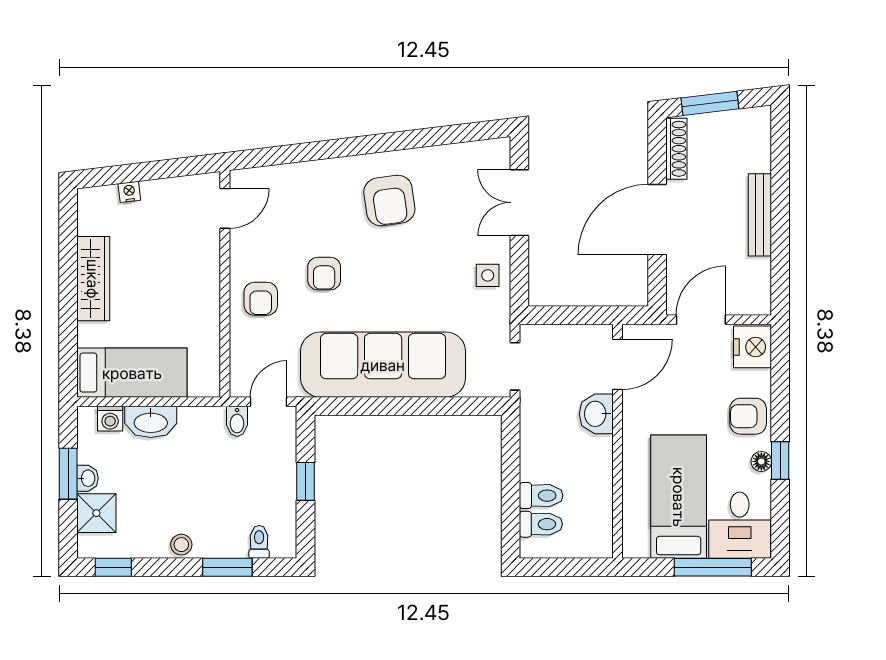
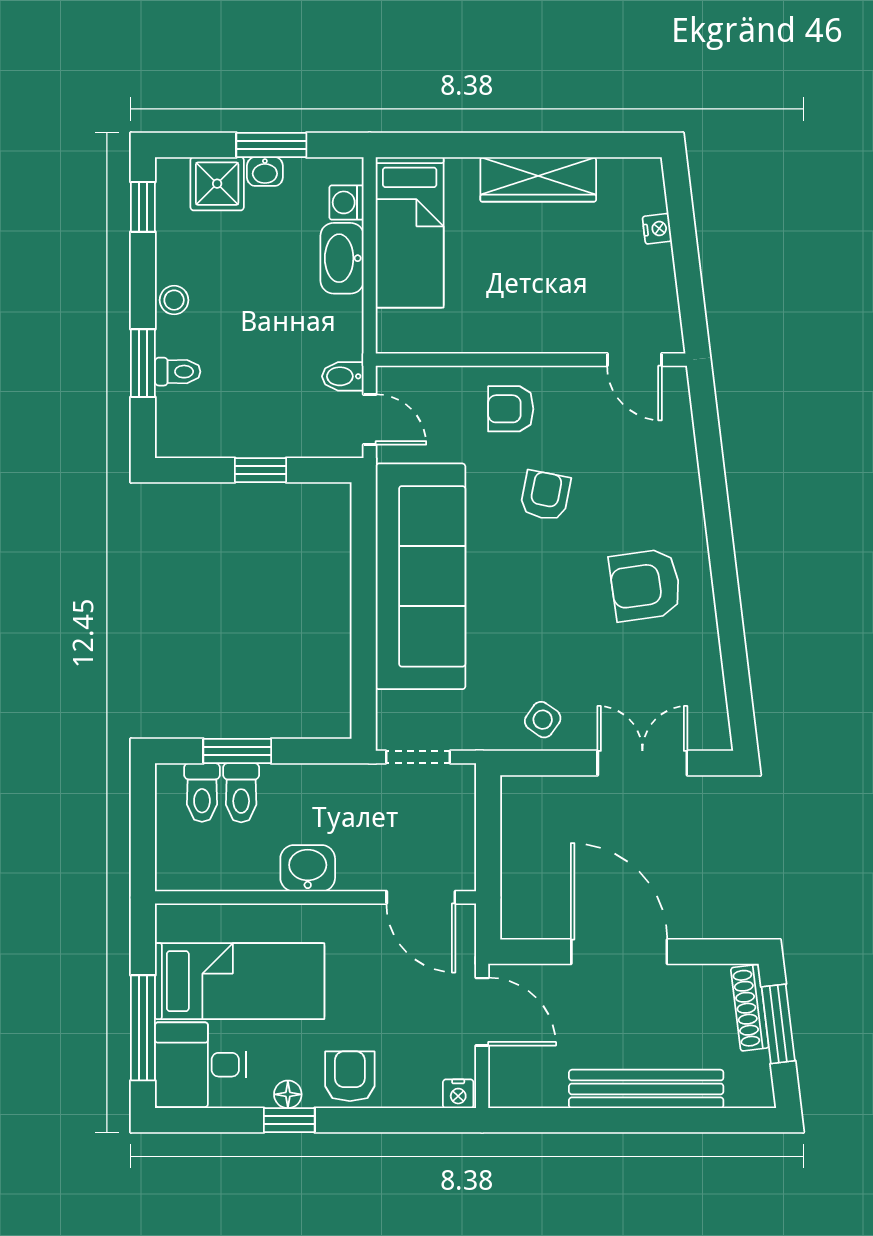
shoe rack: (676, 149) -> (750, 1008), moved, turned 83
bench: (760, 215) -> (646, 1089), width x1.37, depth x1.21
armchair: (324, 274) -> (545, 496), turned 101
side table: (488, 275) -> (543, 720), turned 35
nightstand: (753, 347) -> (458, 1094), width x0.53, depth x0.56
washbasin: (596, 414) -> (308, 868), moved
window: (511, 498) -> (237, 751), added
toilet: (259, 542) -> (178, 372), moved

